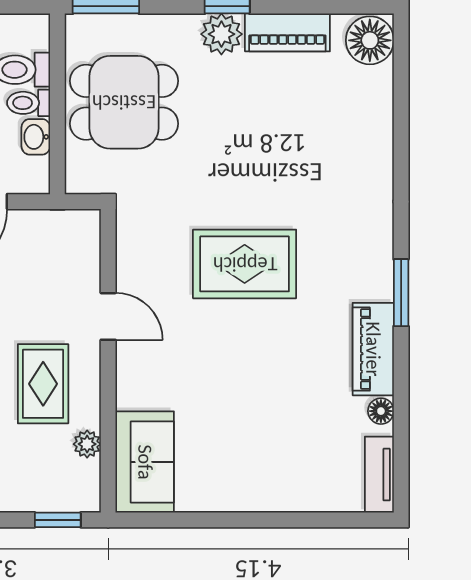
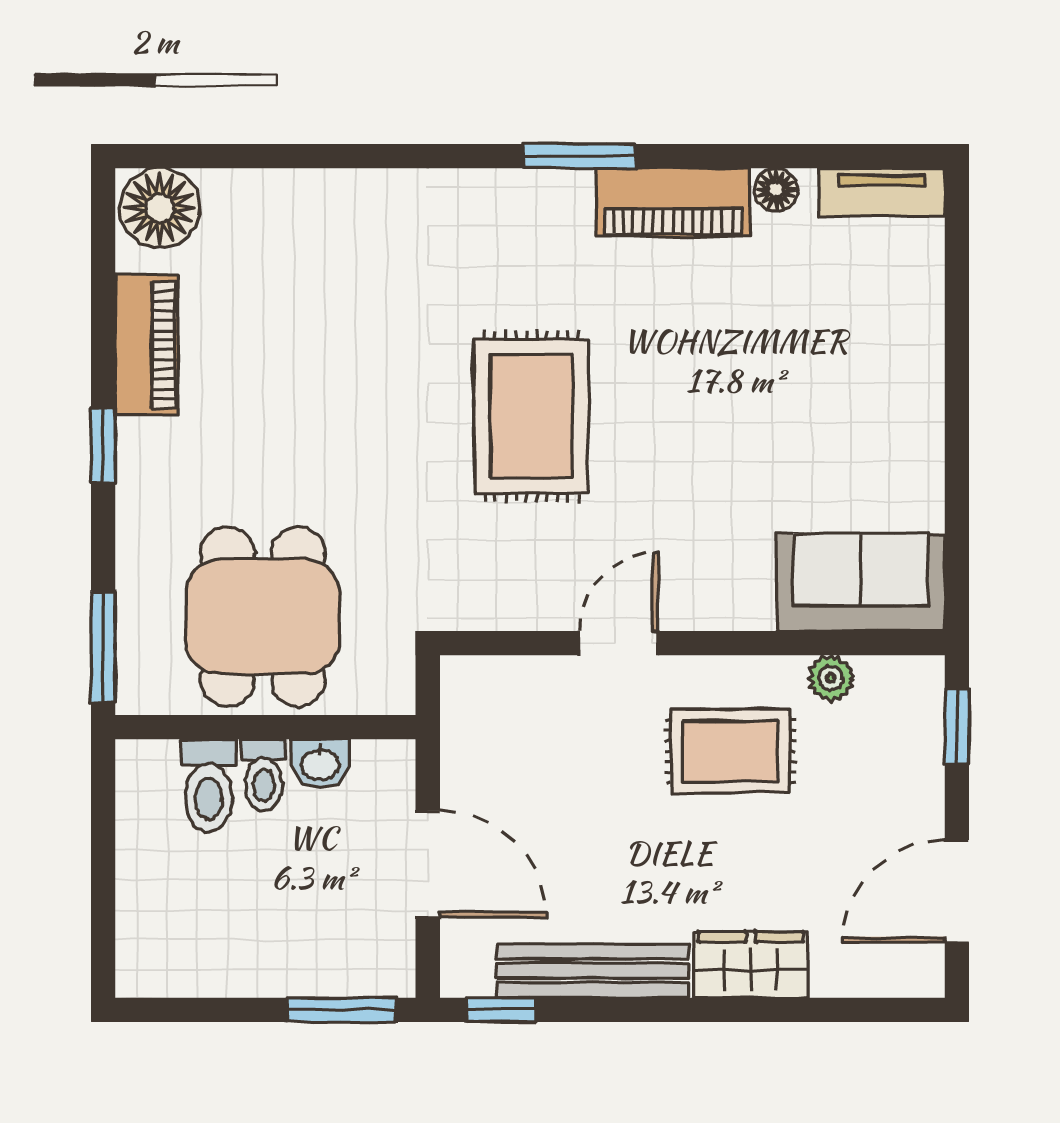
plant: (221, 34) -> (149, 455), removed

